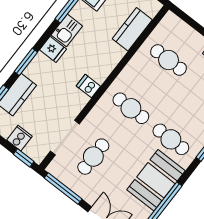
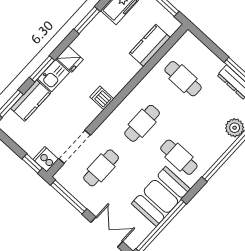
kitchen sink: (67, 30) -> (54, 76), moved
cafe table: (131, 108) -> (142, 123), turned 90
cooker: (19, 138) -> (46, 159), moved, turned -90

